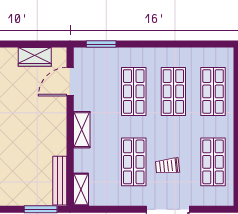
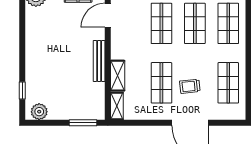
shelving: (82, 130) -> (118, 76), moved
bench: (60, 181) -> (99, 61), moved

